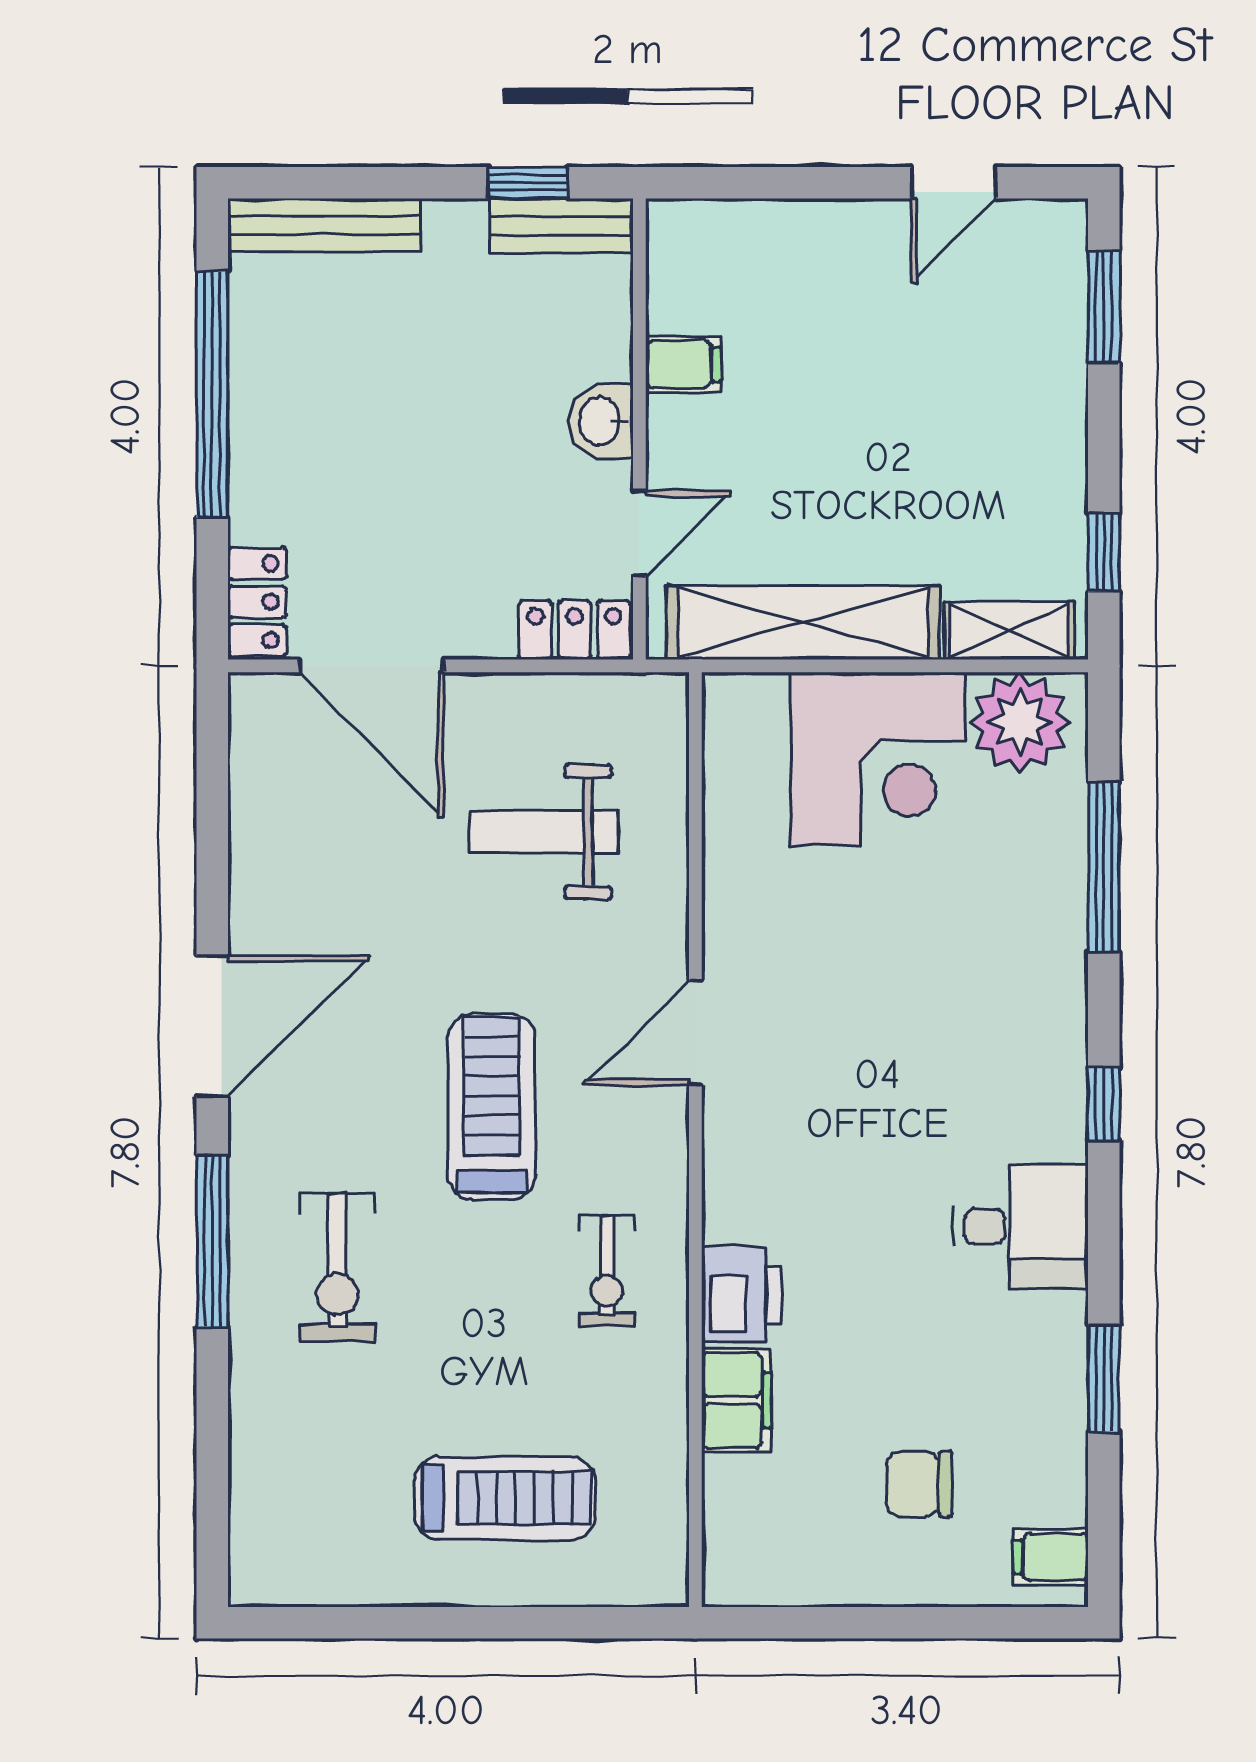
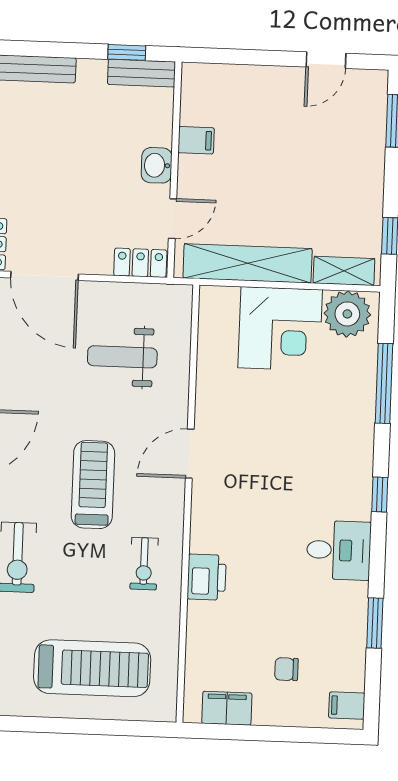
filing cabinet: (736, 1400) -> (227, 708), moved, turned -90
chair: (919, 1484) -> (286, 669), width x0.73, depth x0.73
treadmill: (505, 1498) -> (92, 668), width x1.37, depth x1.38

